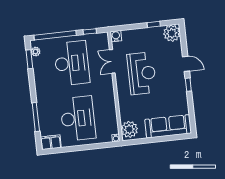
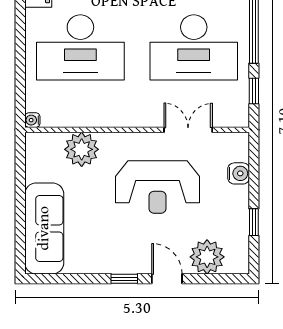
plant: (172, 33) -> (207, 257), moved
water cooler: (116, 36) -> (239, 173), moved
door: (186, 64) -> (167, 279), swing flipped
plant: (129, 129) -> (82, 149), moved

